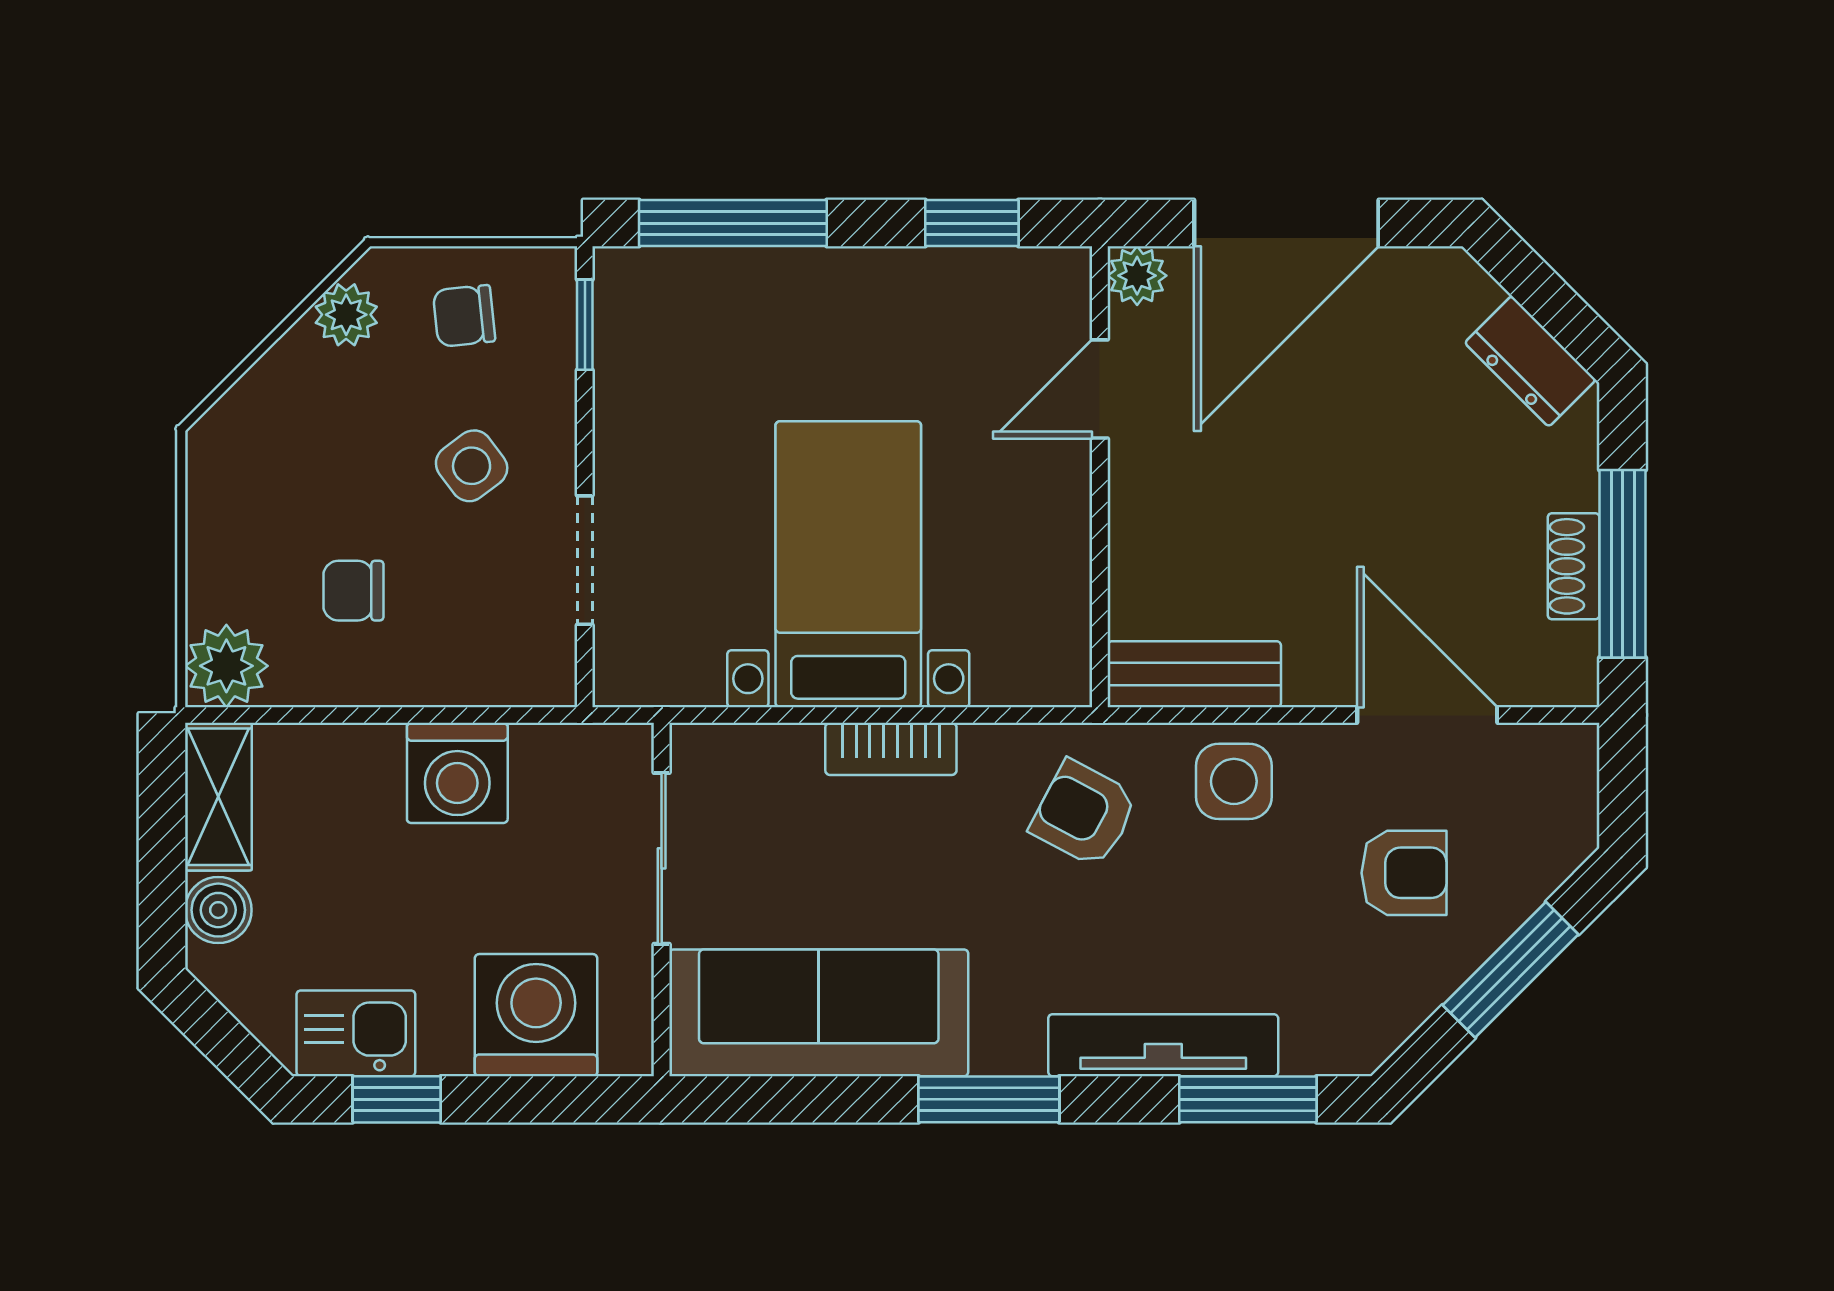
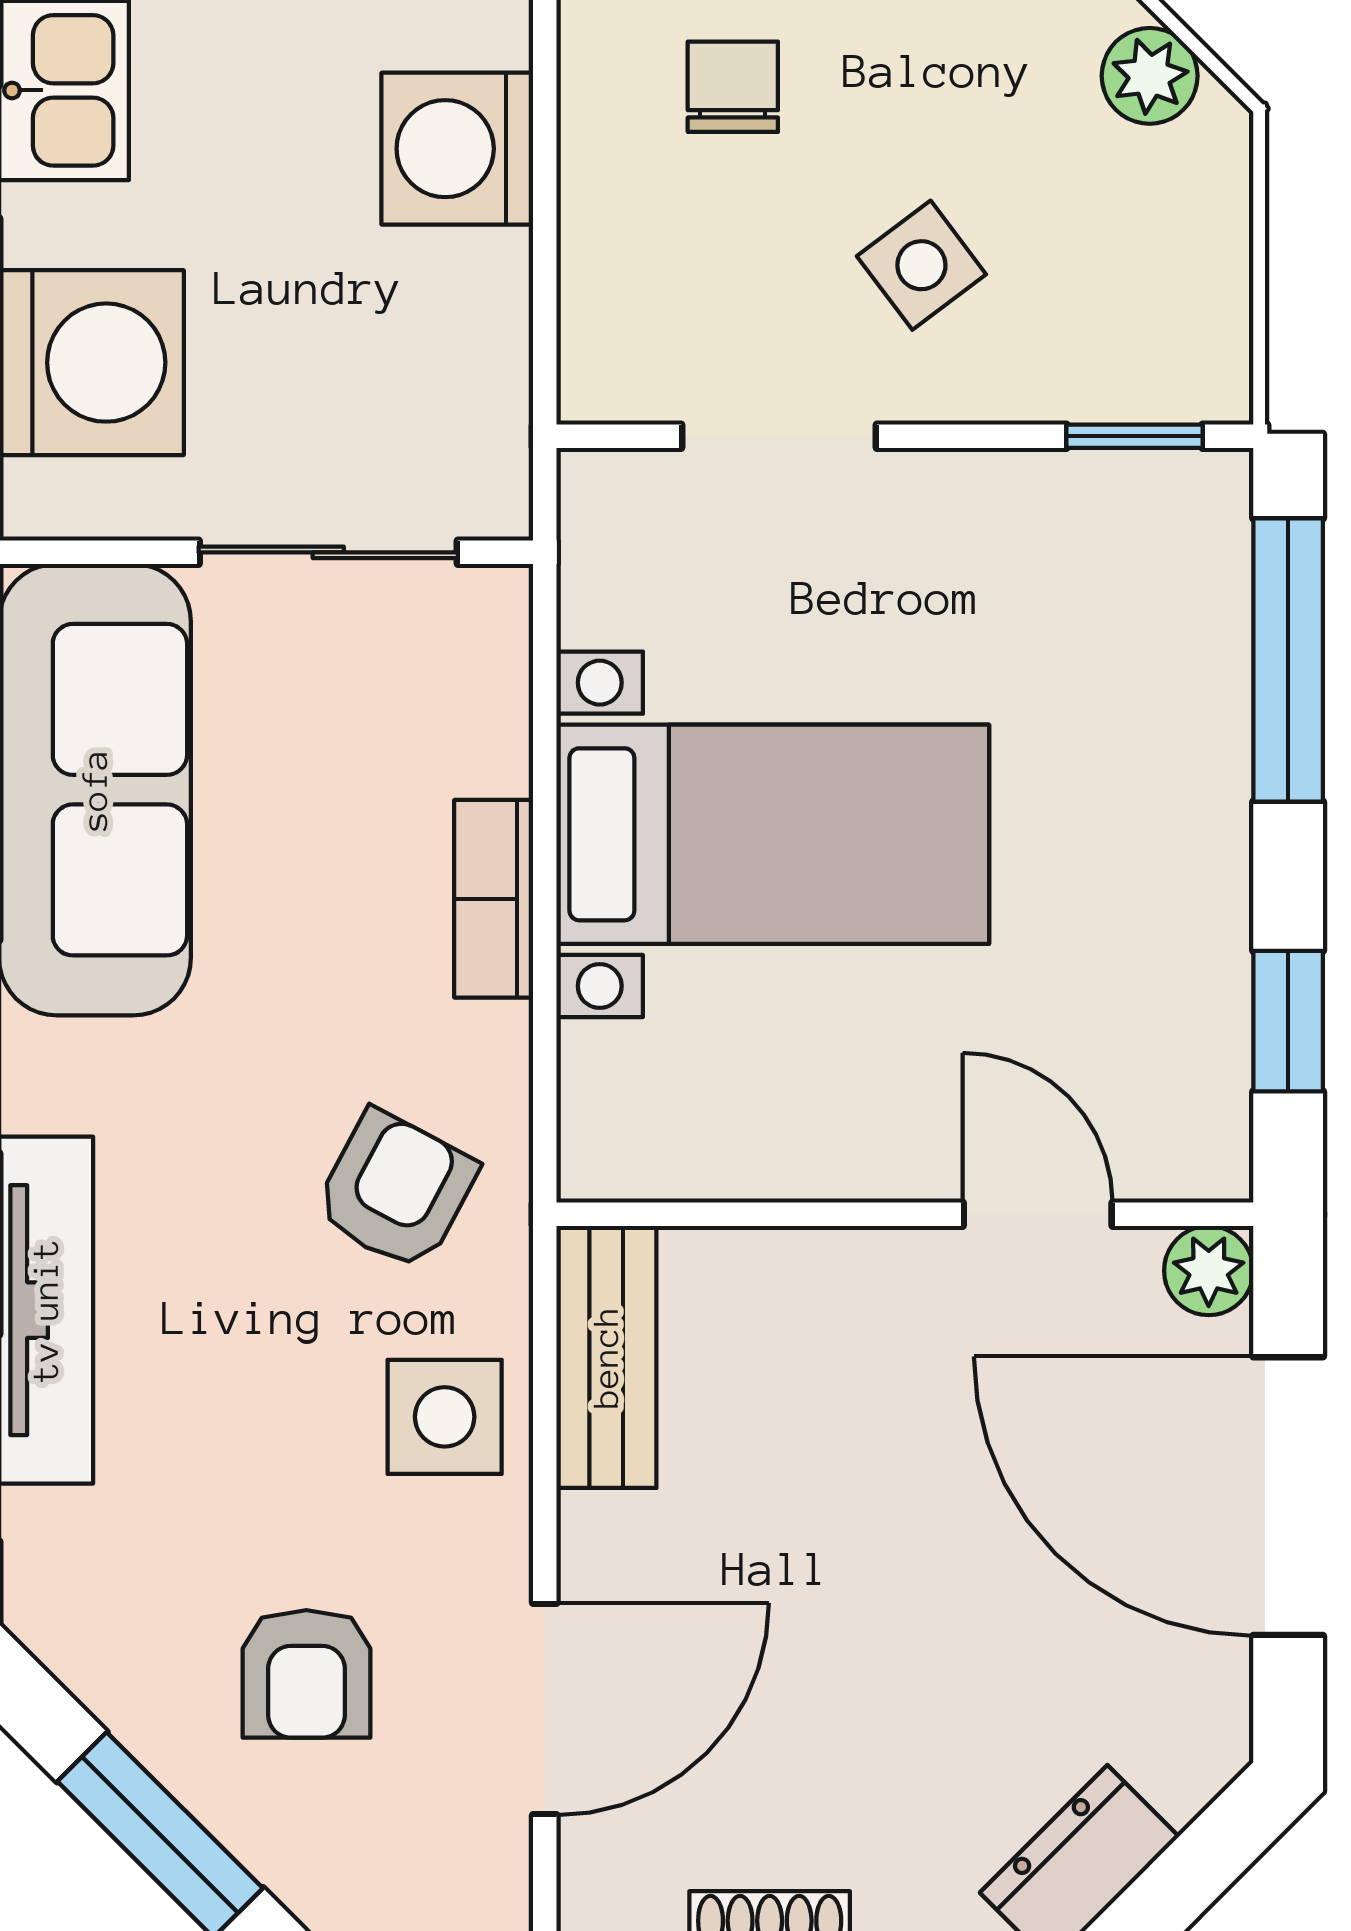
chair: (464, 316) -> (1148, 254), removed
washing machine: (457, 773) -> (457, 149), moved

